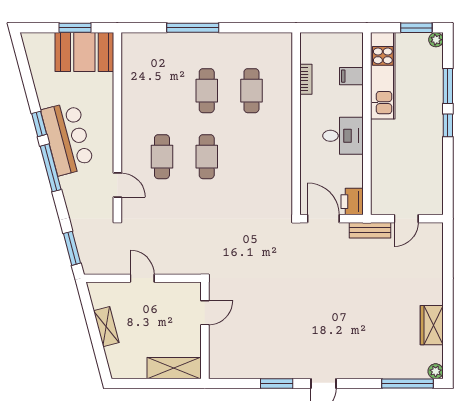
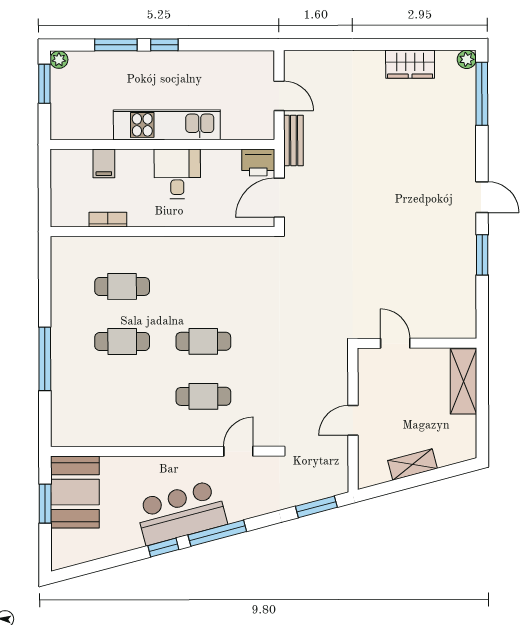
kitchen unit: (383, 76) -> (167, 125), moved

